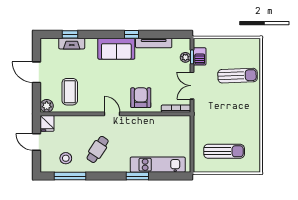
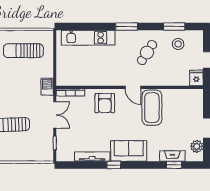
barbecue: (200, 56) -> (47, 87), moved
plant: (185, 57) -> (61, 143), removed
coffee table: (70, 92) -> (152, 108), moved, width x1.36, depth x1.32
plant: (47, 106) -> (197, 146), moved
window: (70, 176) -> (174, 27), width x0.69
window: (137, 176) -> (127, 27), moved

